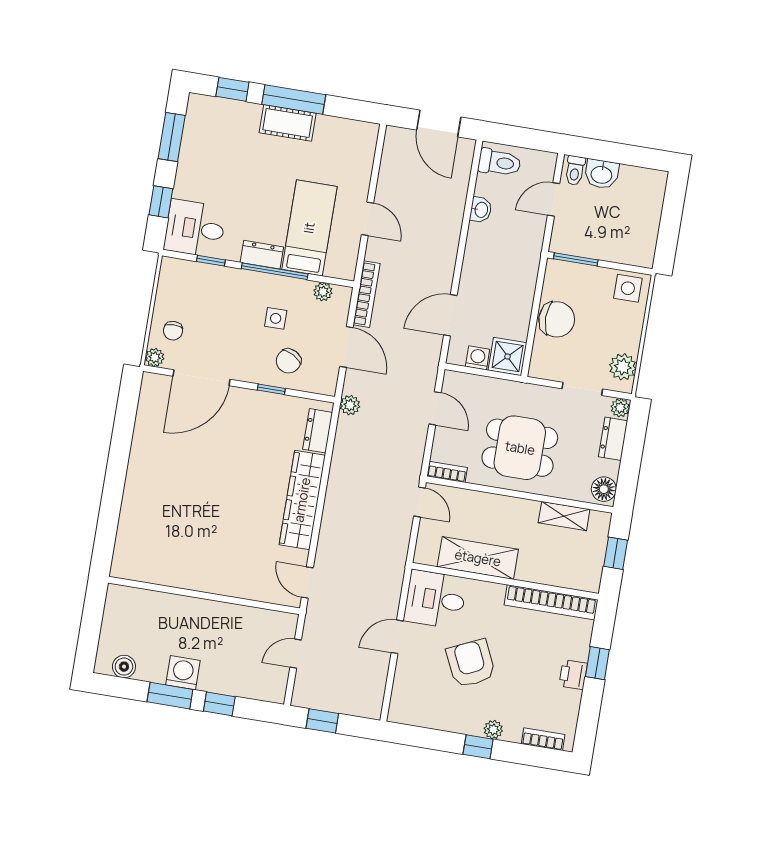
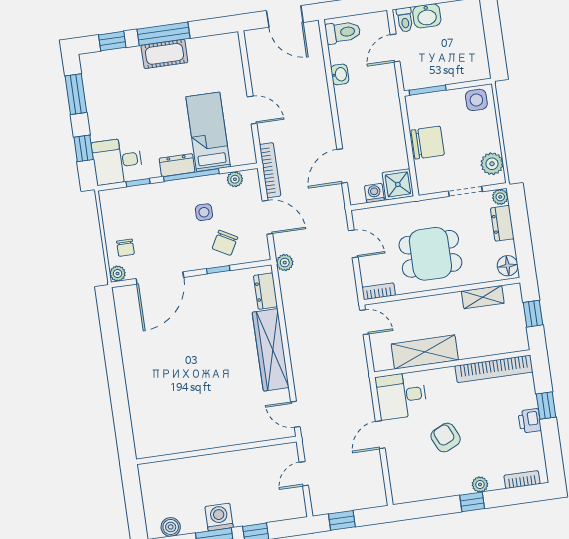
armchair: (471, 663) -> (446, 438), width x0.72, depth x0.72

